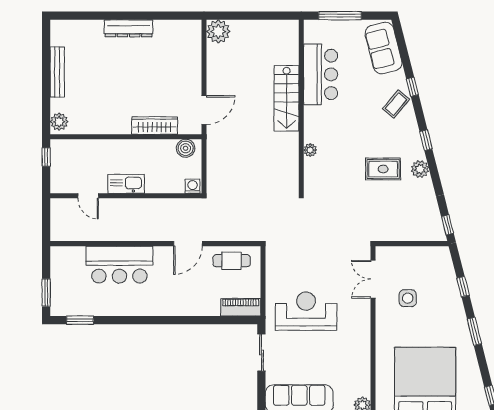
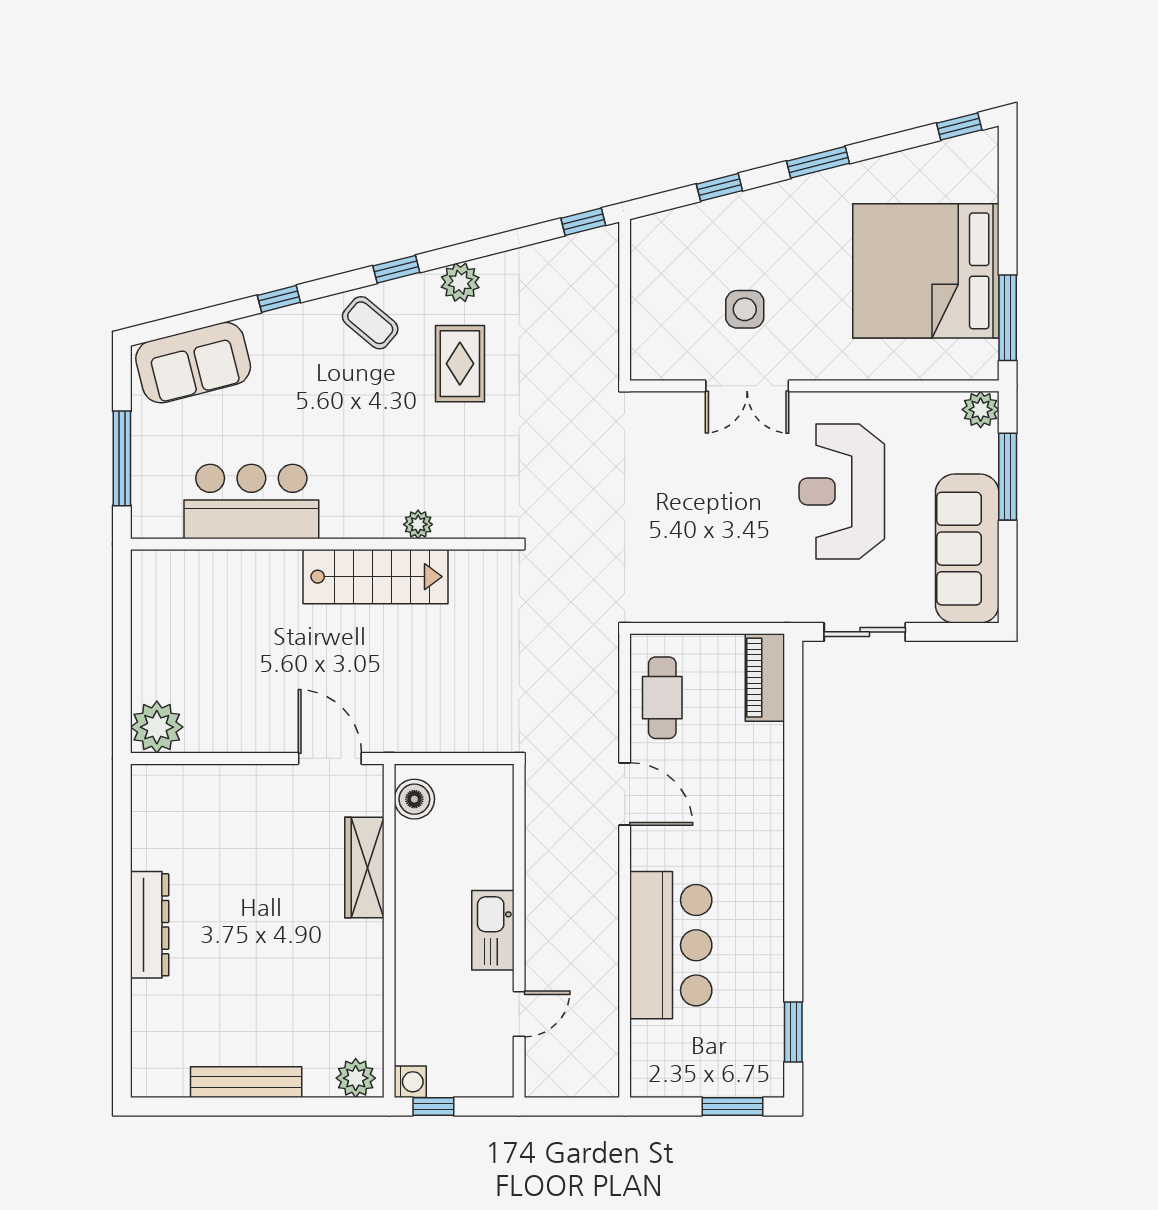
stairs: (286, 98) -> (375, 577), moved
coffee table: (396, 104) -> (370, 323), moved
washing machine: (193, 186) -> (410, 1082), moved, turned 180
double door: (373, 279) -> (747, 386), moved
reception desk: (306, 311) -> (842, 491), moved

